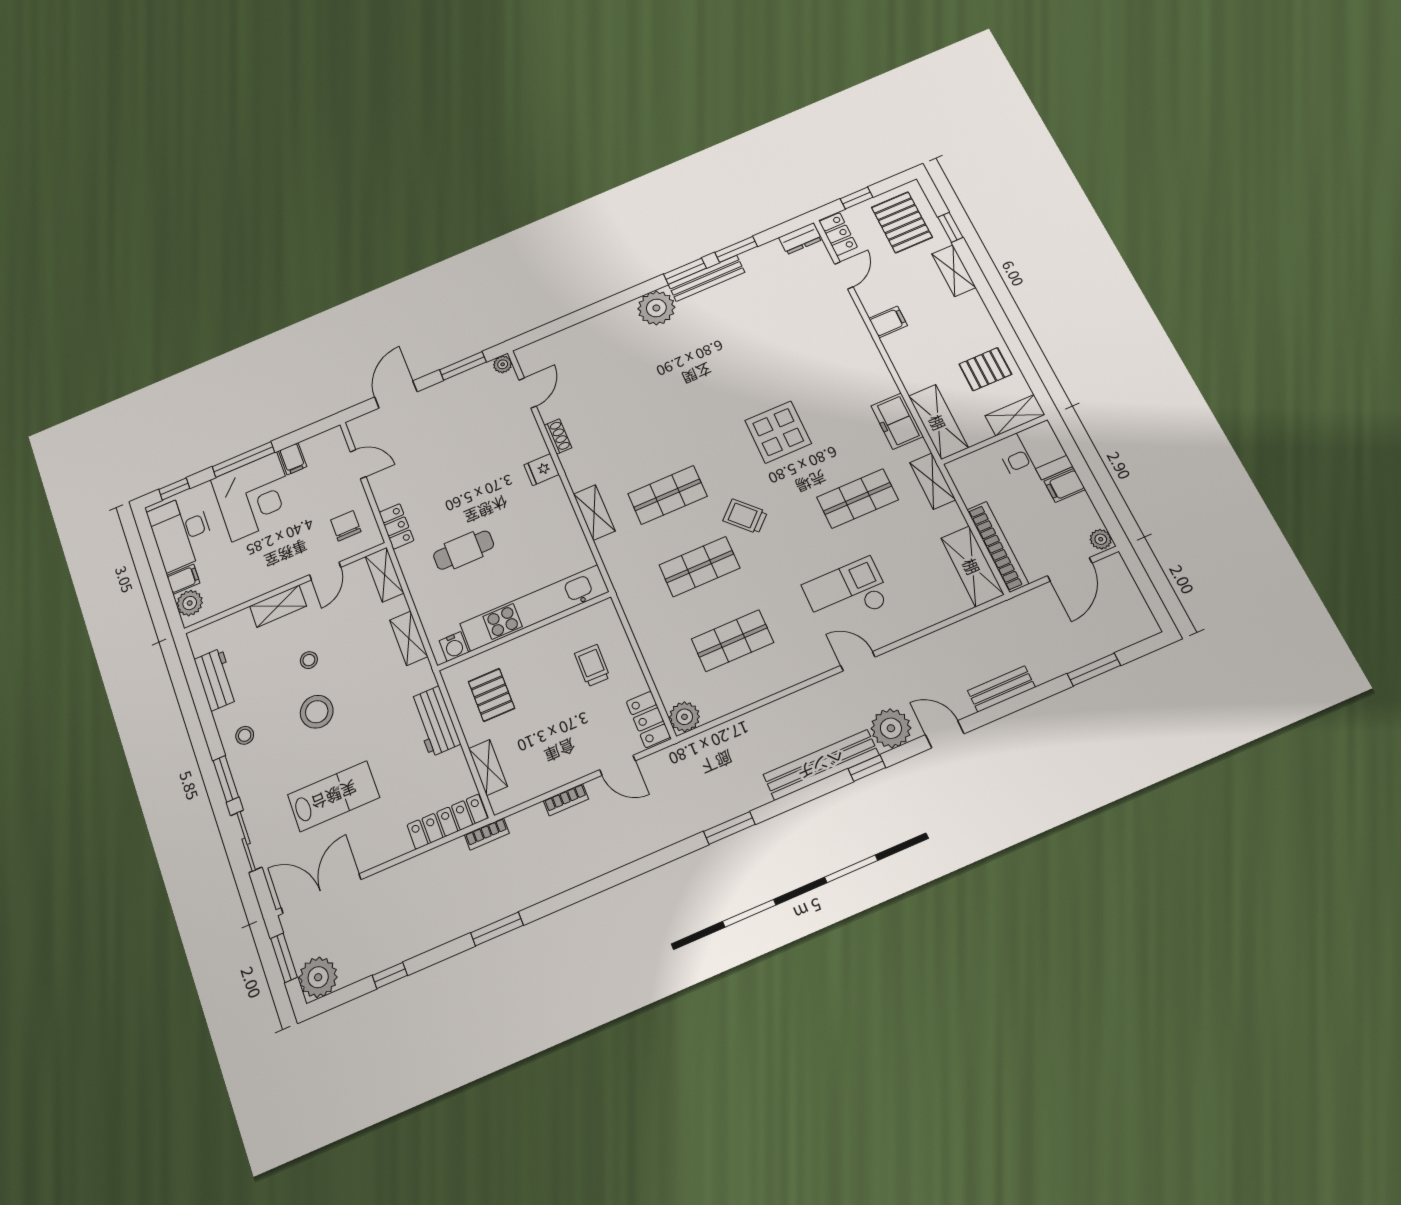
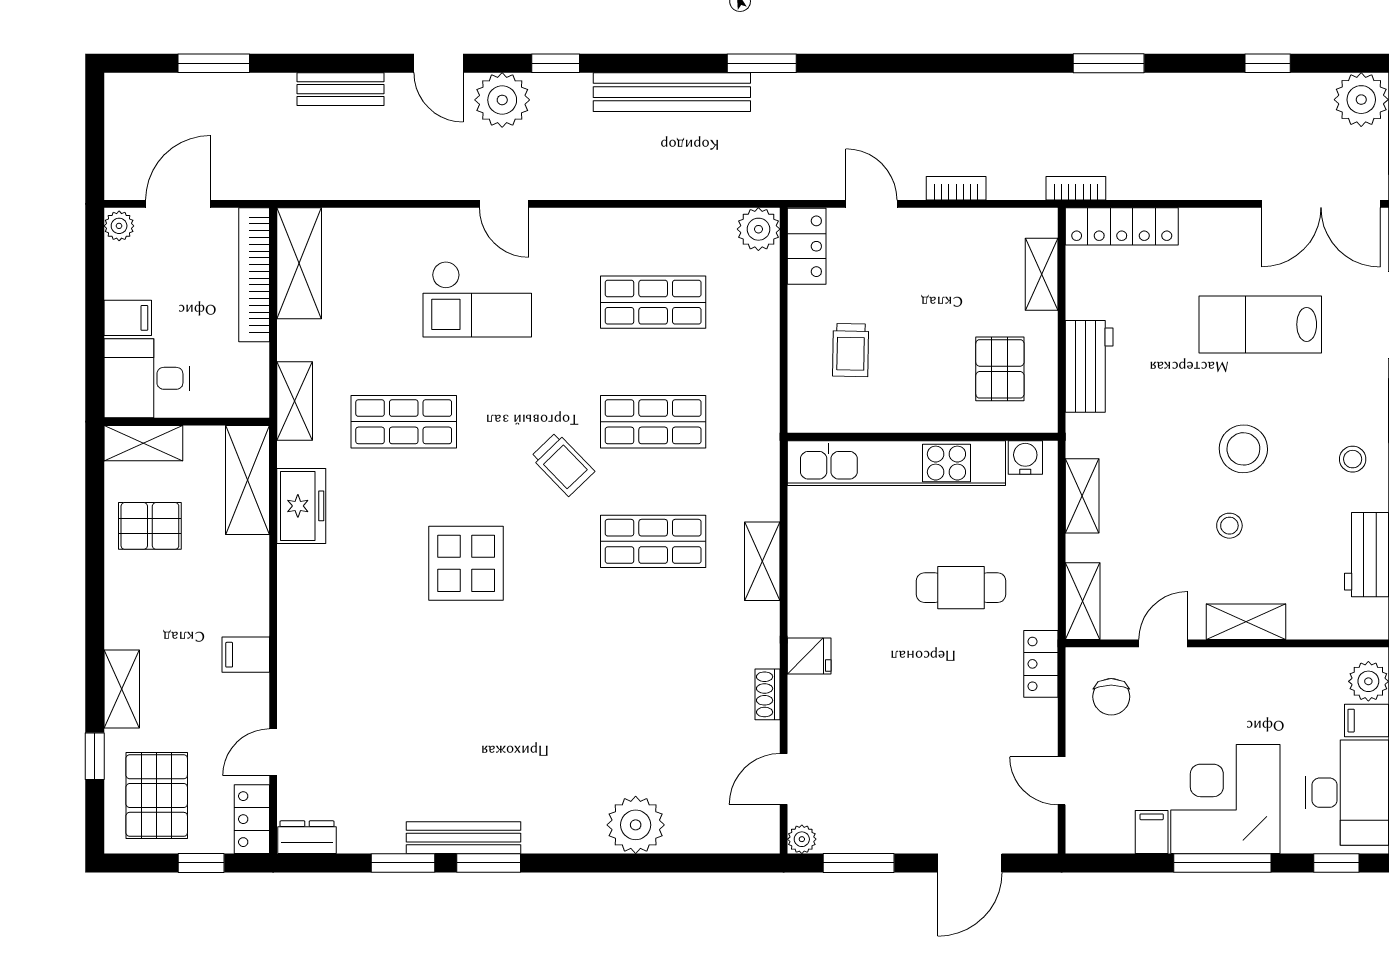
plant: (656, 308) -> (636, 825), moved
bench: (821, 765) -> (672, 92), moved

